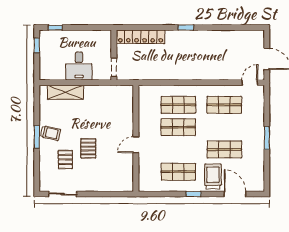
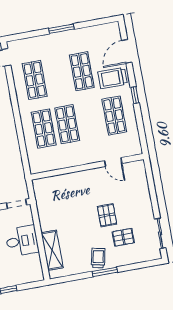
door: (136, 145) -> (113, 162), moved
pallet: (88, 148) -> (107, 215), turned 90

